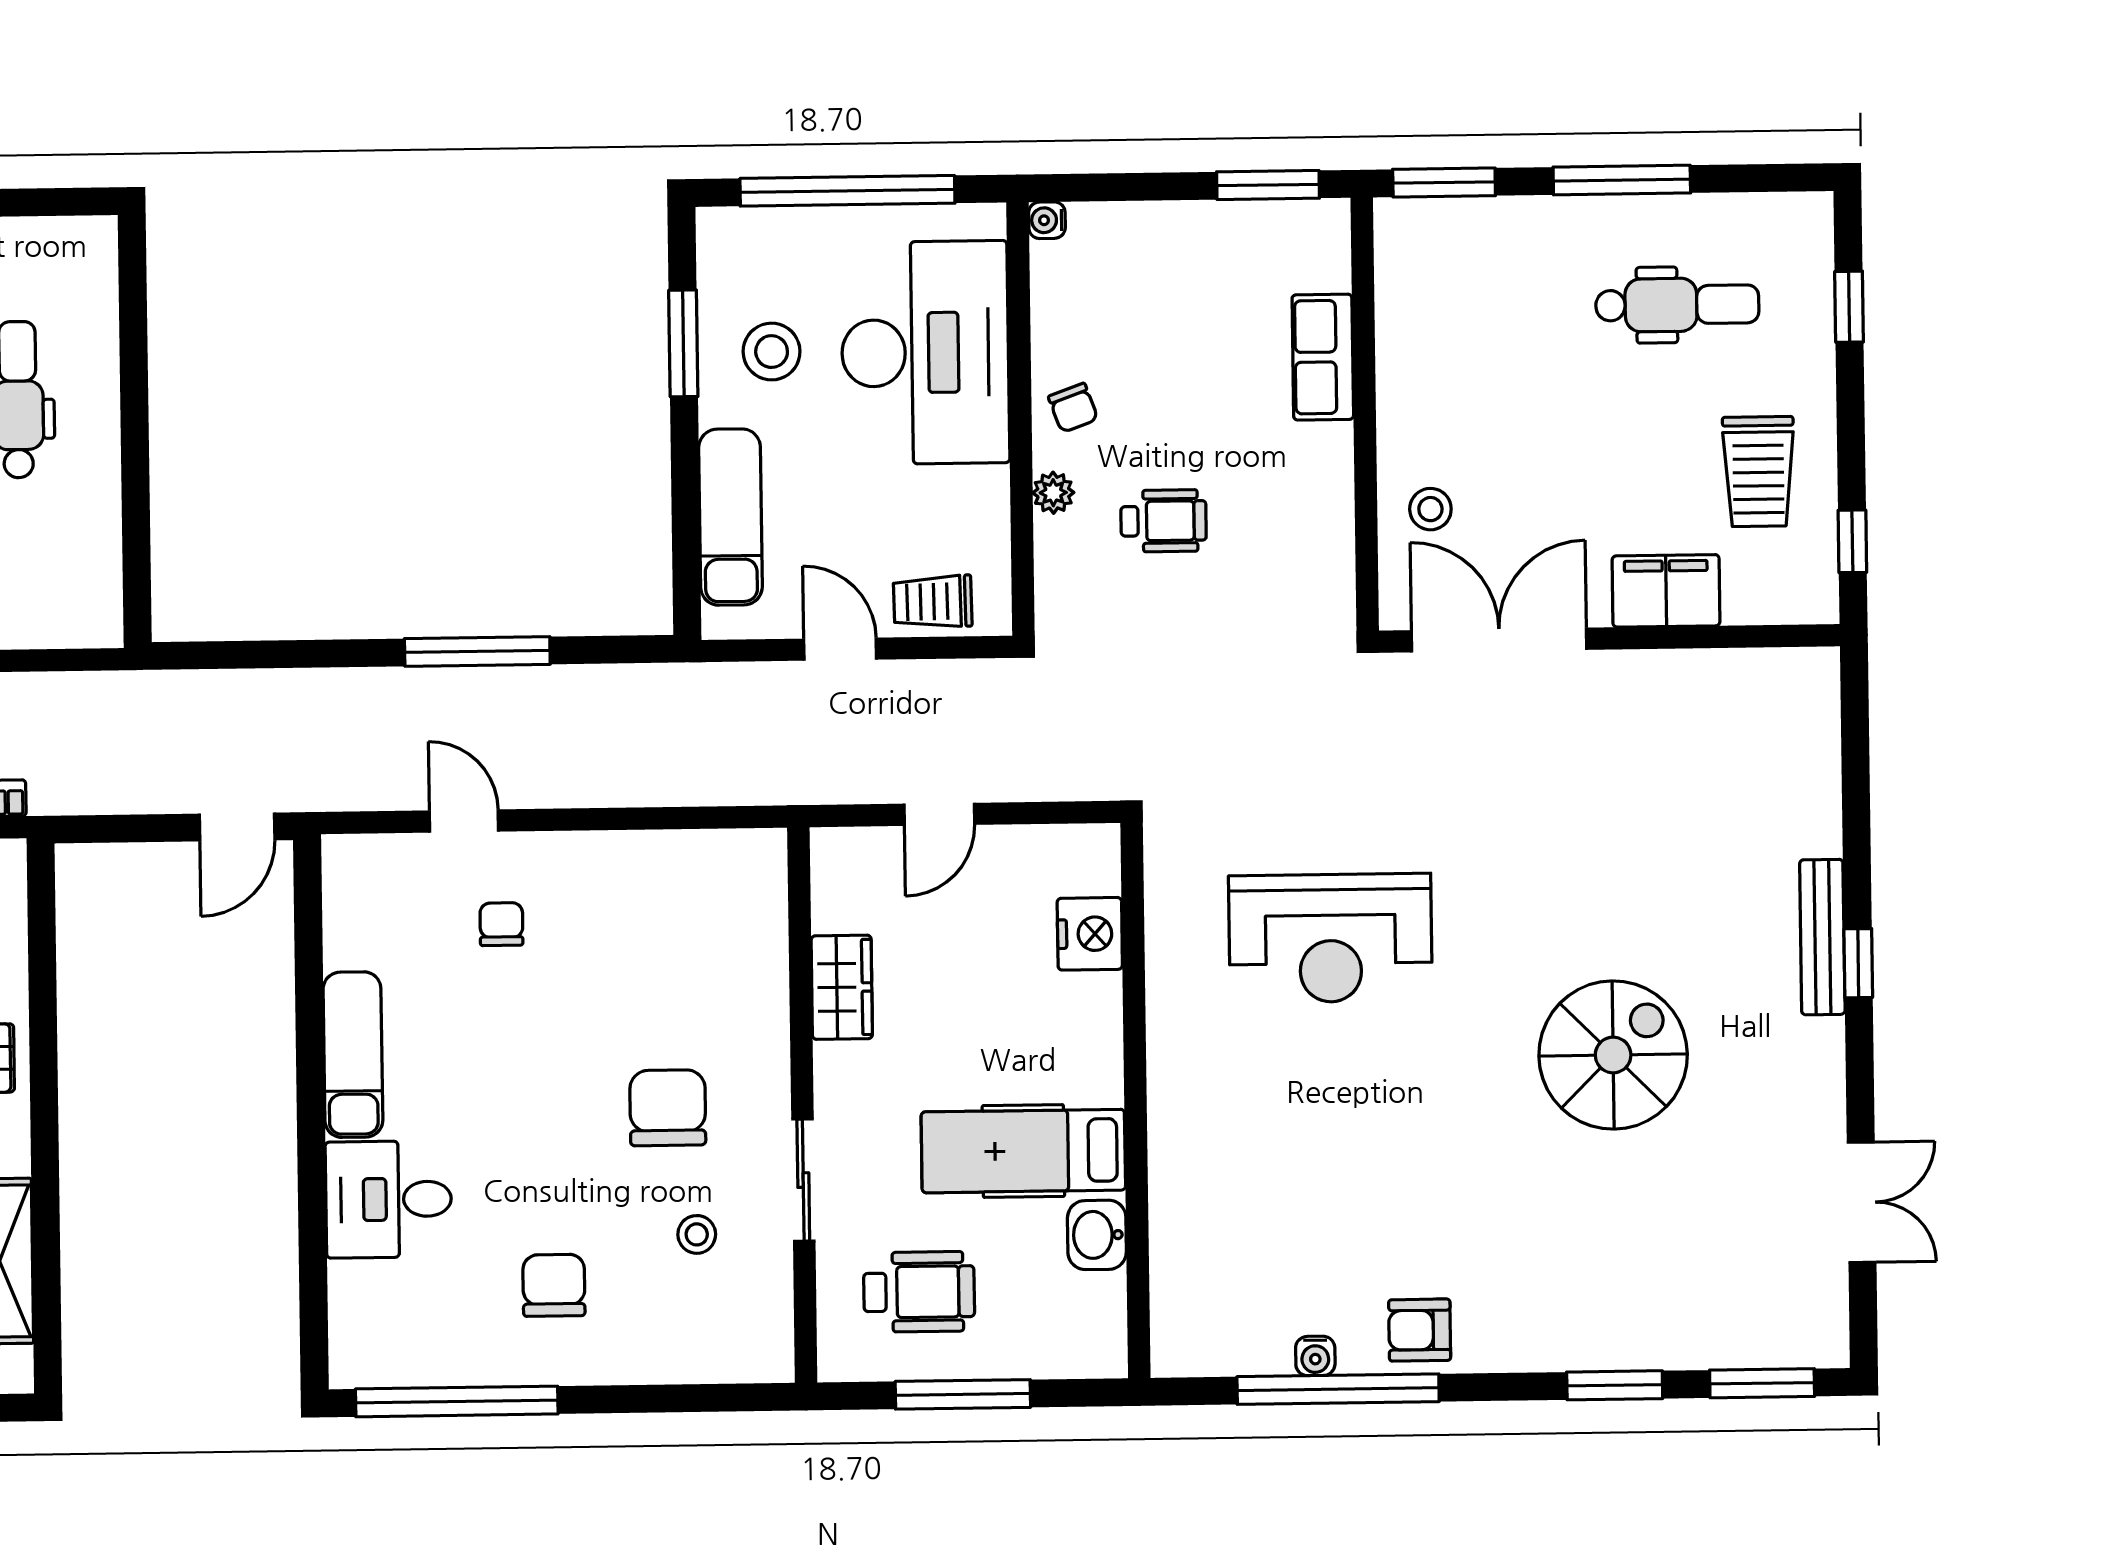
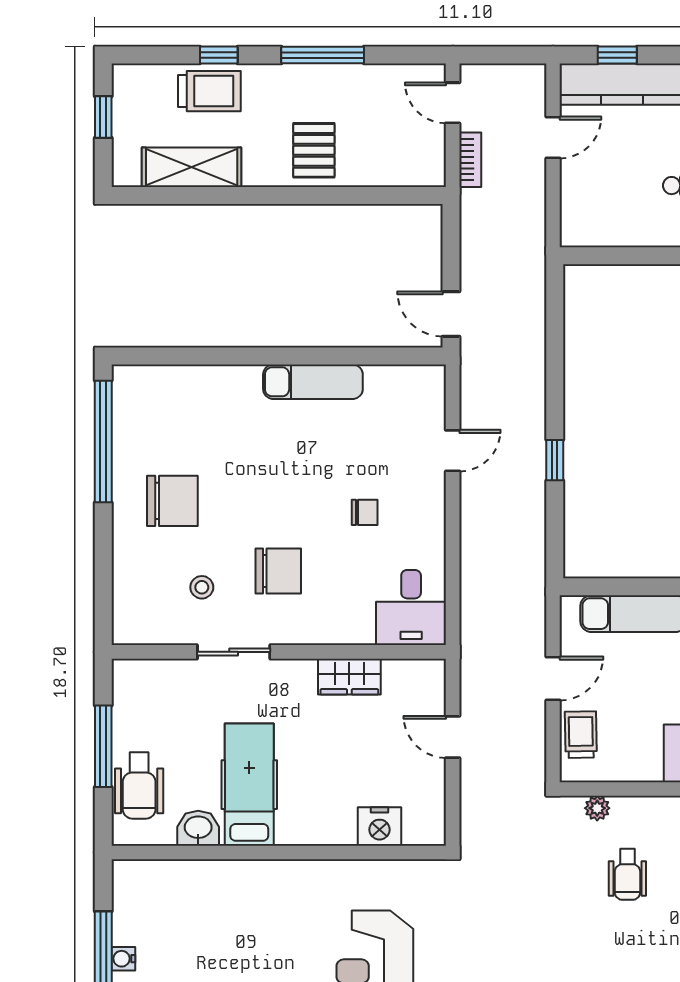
plant: (1053, 493) -> (597, 808), moved
window: (477, 651) -> (555, 460), width x0.46
chair: (501, 924) -> (365, 512), moved
desk: (389, 1199) -> (411, 608), moved, turned 180
chair: (554, 1285) -> (172, 501), width x1.37, depth x1.37
wheelchair: (919, 1292) -> (139, 786), moved

